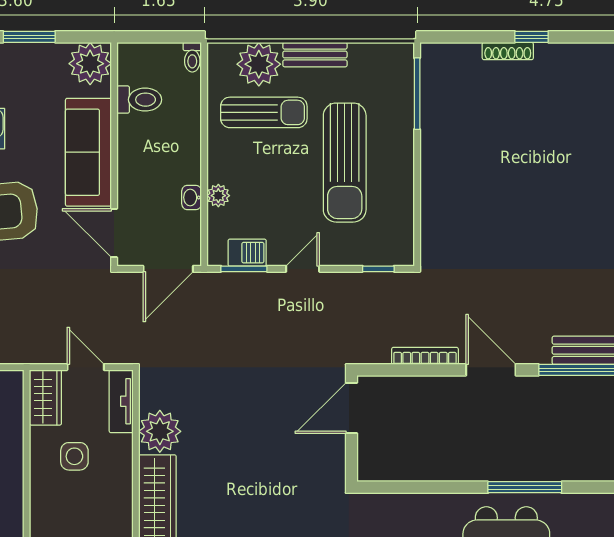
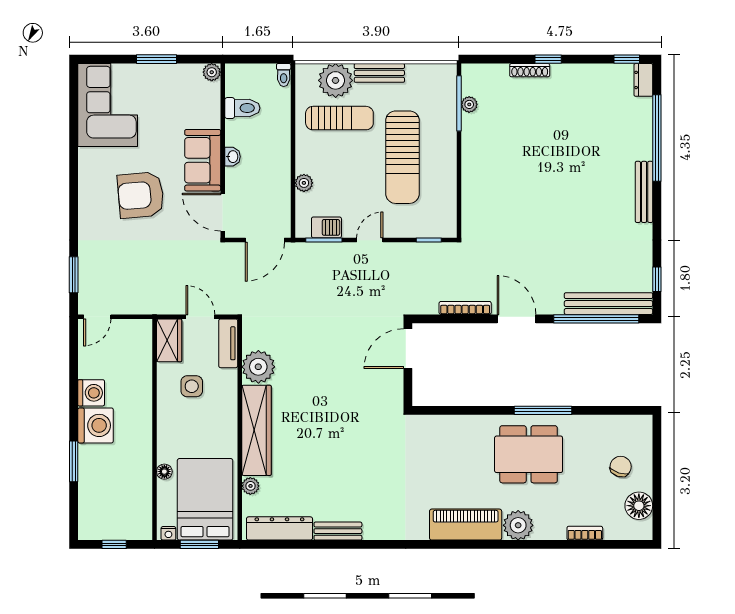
plant: (90, 64) -> (212, 72), width x0.53, depth x0.53
plant: (430, 95) -> (469, 104), added
sofa: (88, 152) -> (203, 160), width x0.73
washbasin: (192, 197) -> (232, 157), moved, turned 180

